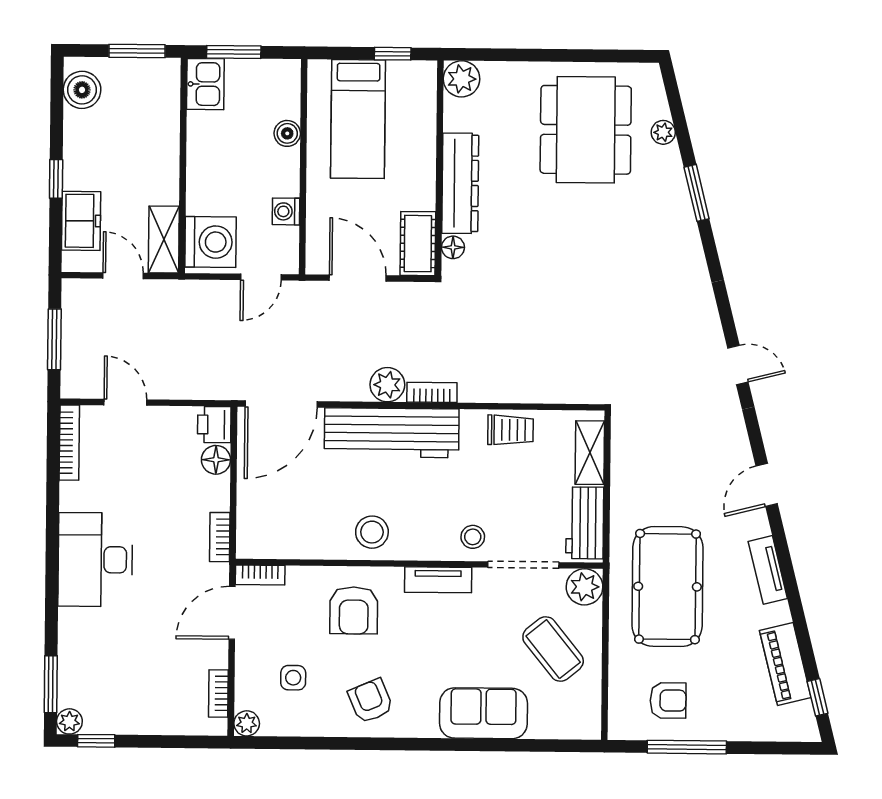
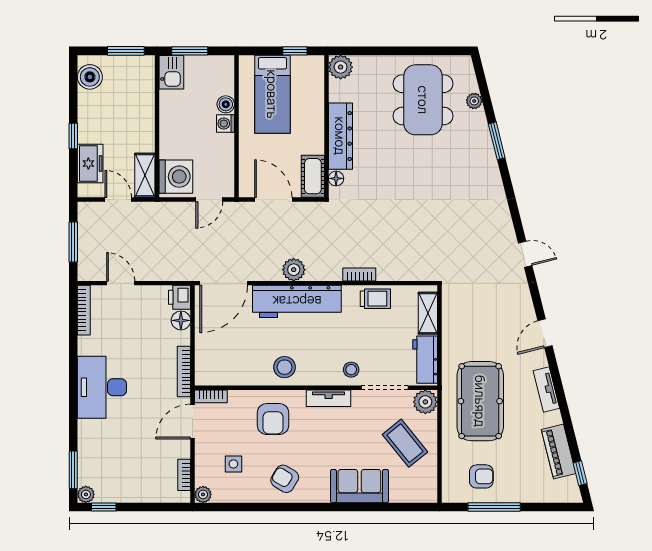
washing machine: (286, 211) -> (226, 124), moved
bookcase: (432, 392) -> (359, 274), moved
bookcase: (220, 537) -> (184, 371), width x1.56
armchair: (371, 701) -> (285, 479), turned -36

